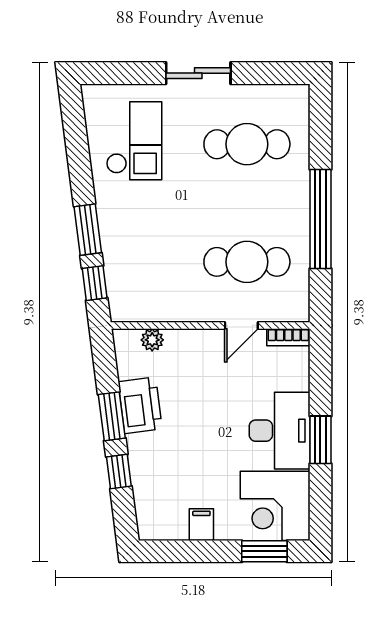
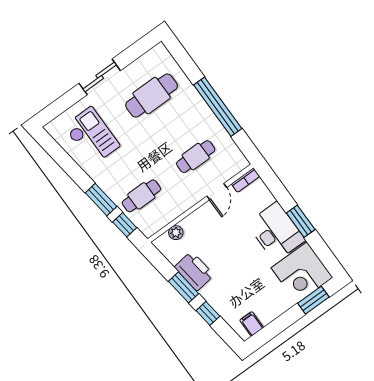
cafe table: (142, 262) -> (141, 196), added
cafe table: (247, 262) -> (196, 157), width x0.73, depth x0.74
filing cabinet: (201, 525) -> (252, 324), moved

